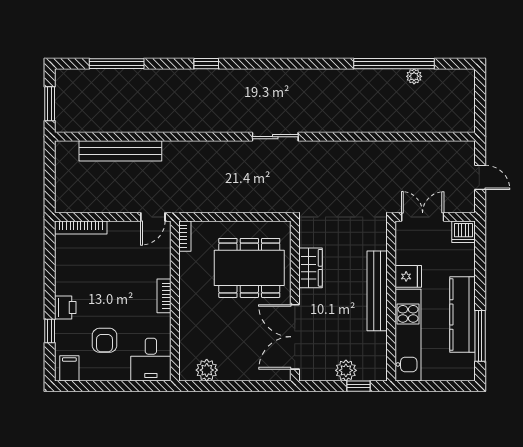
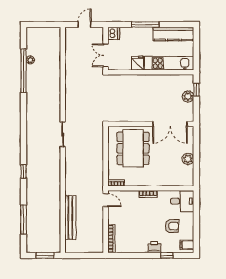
wardrobe: (311, 268) -> (133, 116), removed
bench: (377, 291) -> (145, 80), removed
kitchen counter: (462, 315) -> (173, 34), moved
window: (480, 336) -> (145, 25), moved
plant: (207, 370) -> (188, 159), moved

